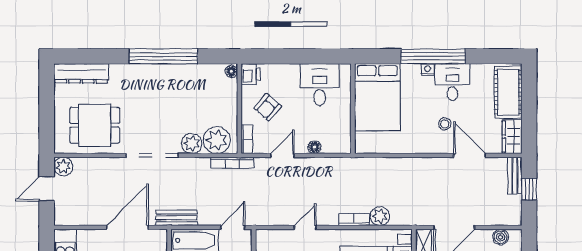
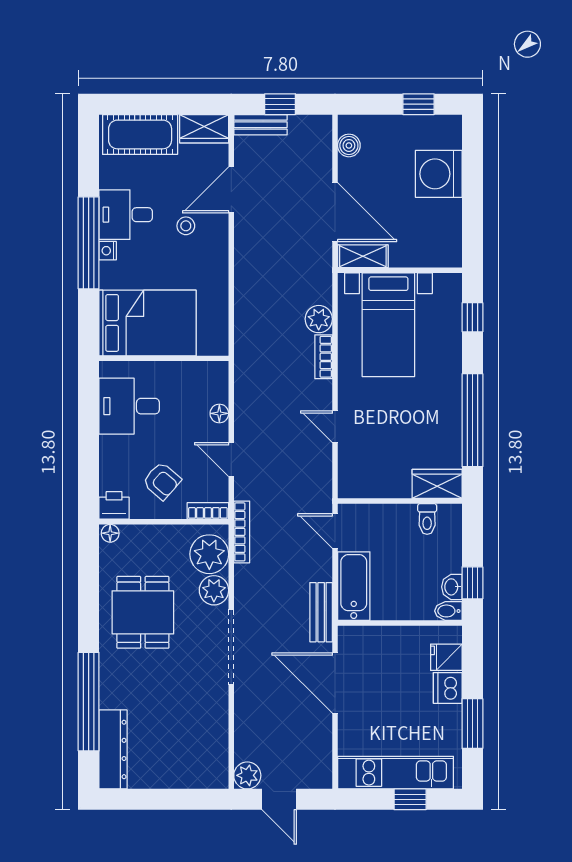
window: (163, 56) -> (89, 702), moved
dining table: (95, 125) -> (143, 612), moved

